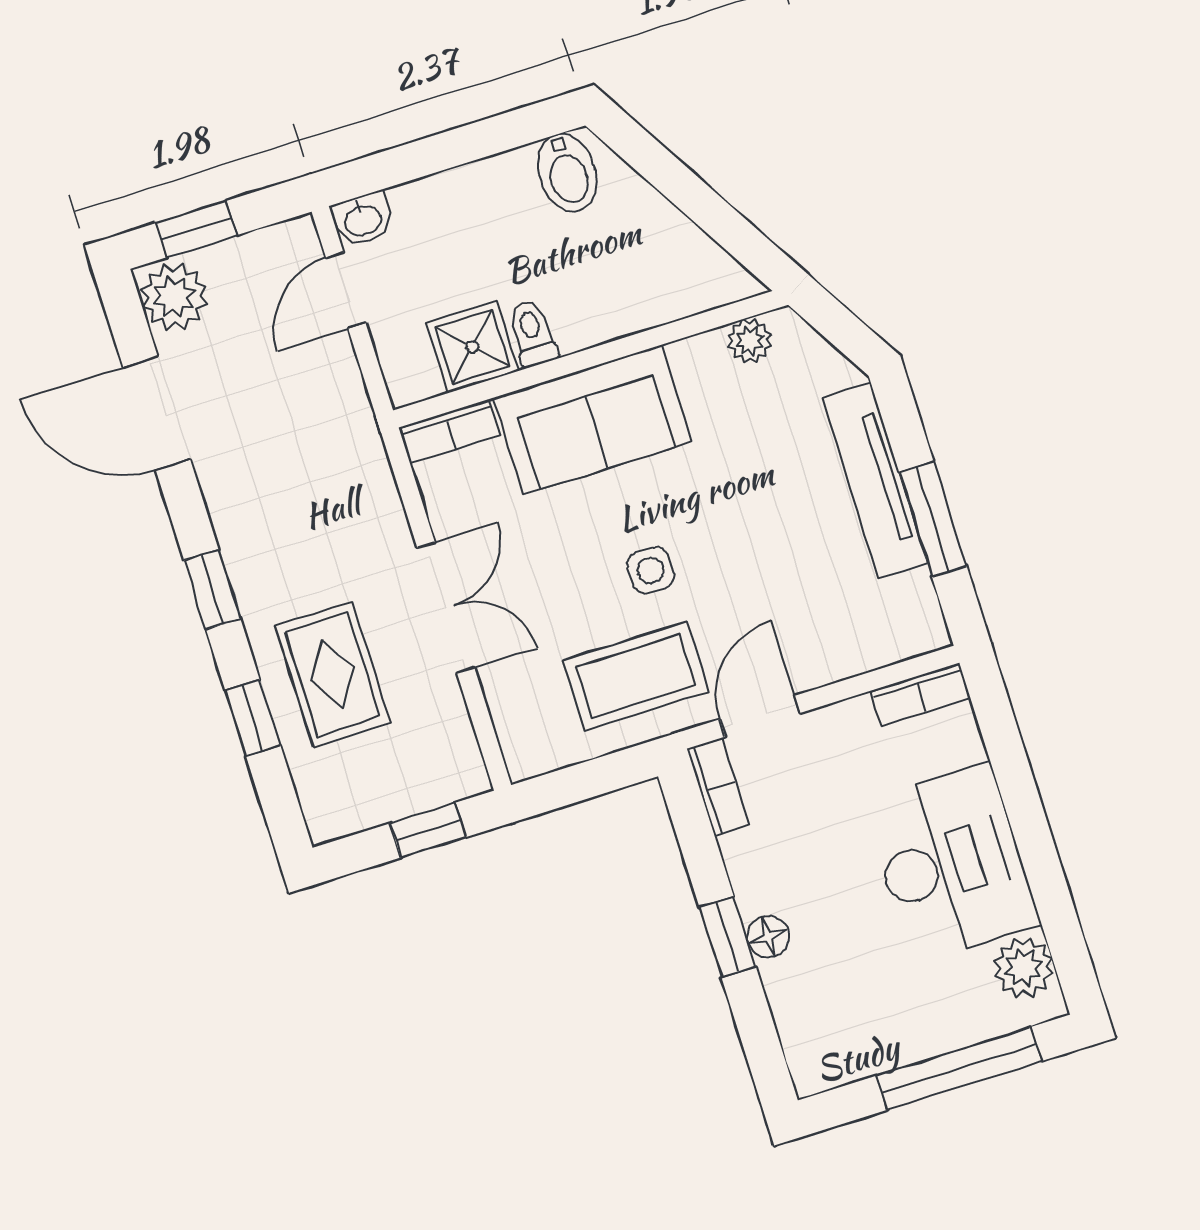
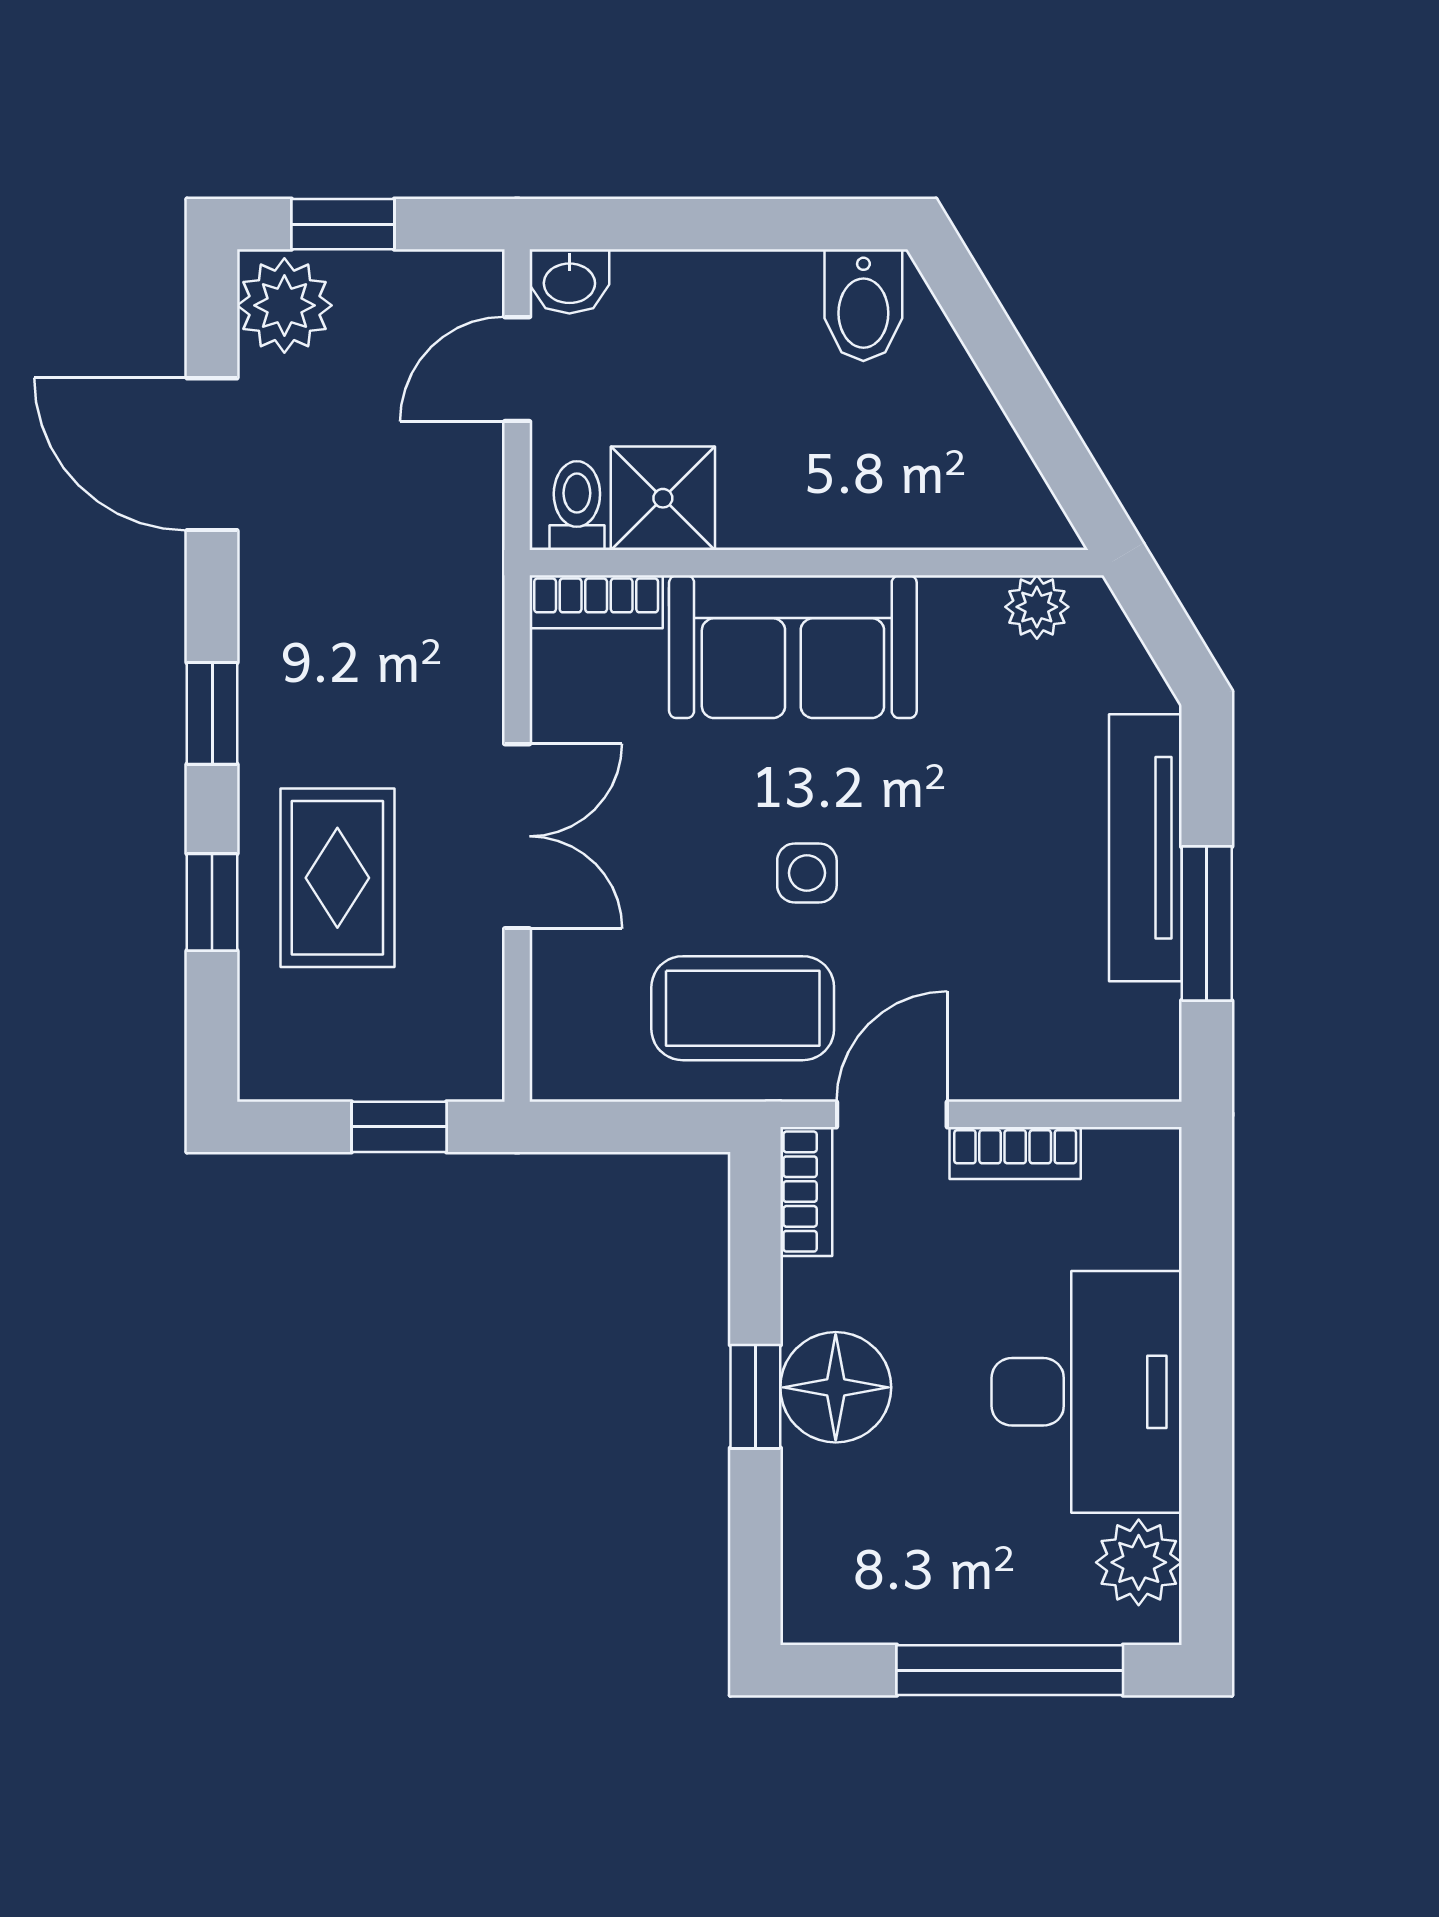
toilet: (532, 333) -> (577, 506), moved
bookcase: (920, 694) -> (1015, 1153), moved
floor lamp: (768, 937) -> (836, 1387), width x1.89, depth x1.89

